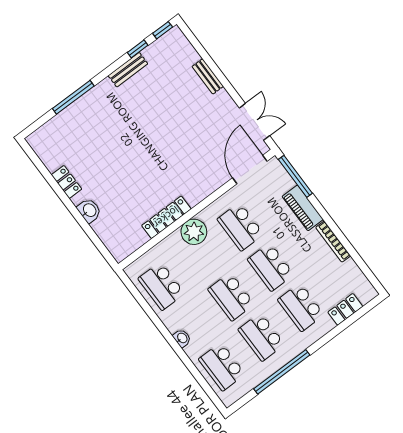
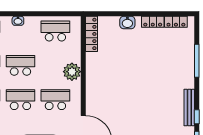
bench: (128, 70) -> (189, 108), width x1.36
locker: (46, 155) -> (176, 22), added
locker: (166, 217) -> (91, 34), moved

